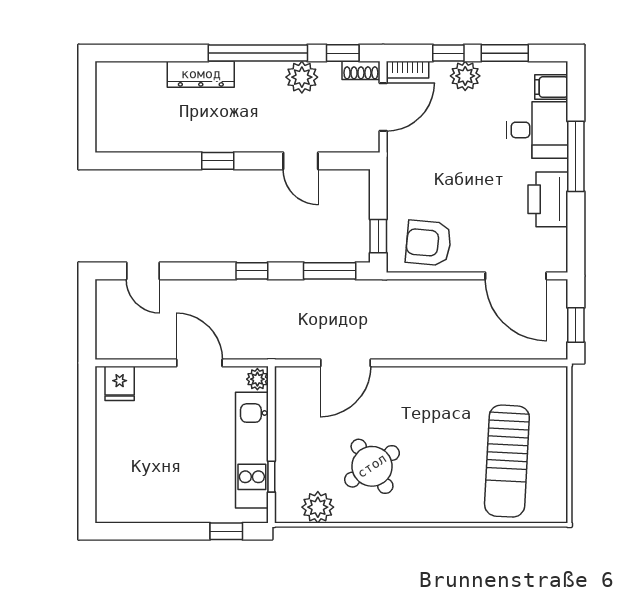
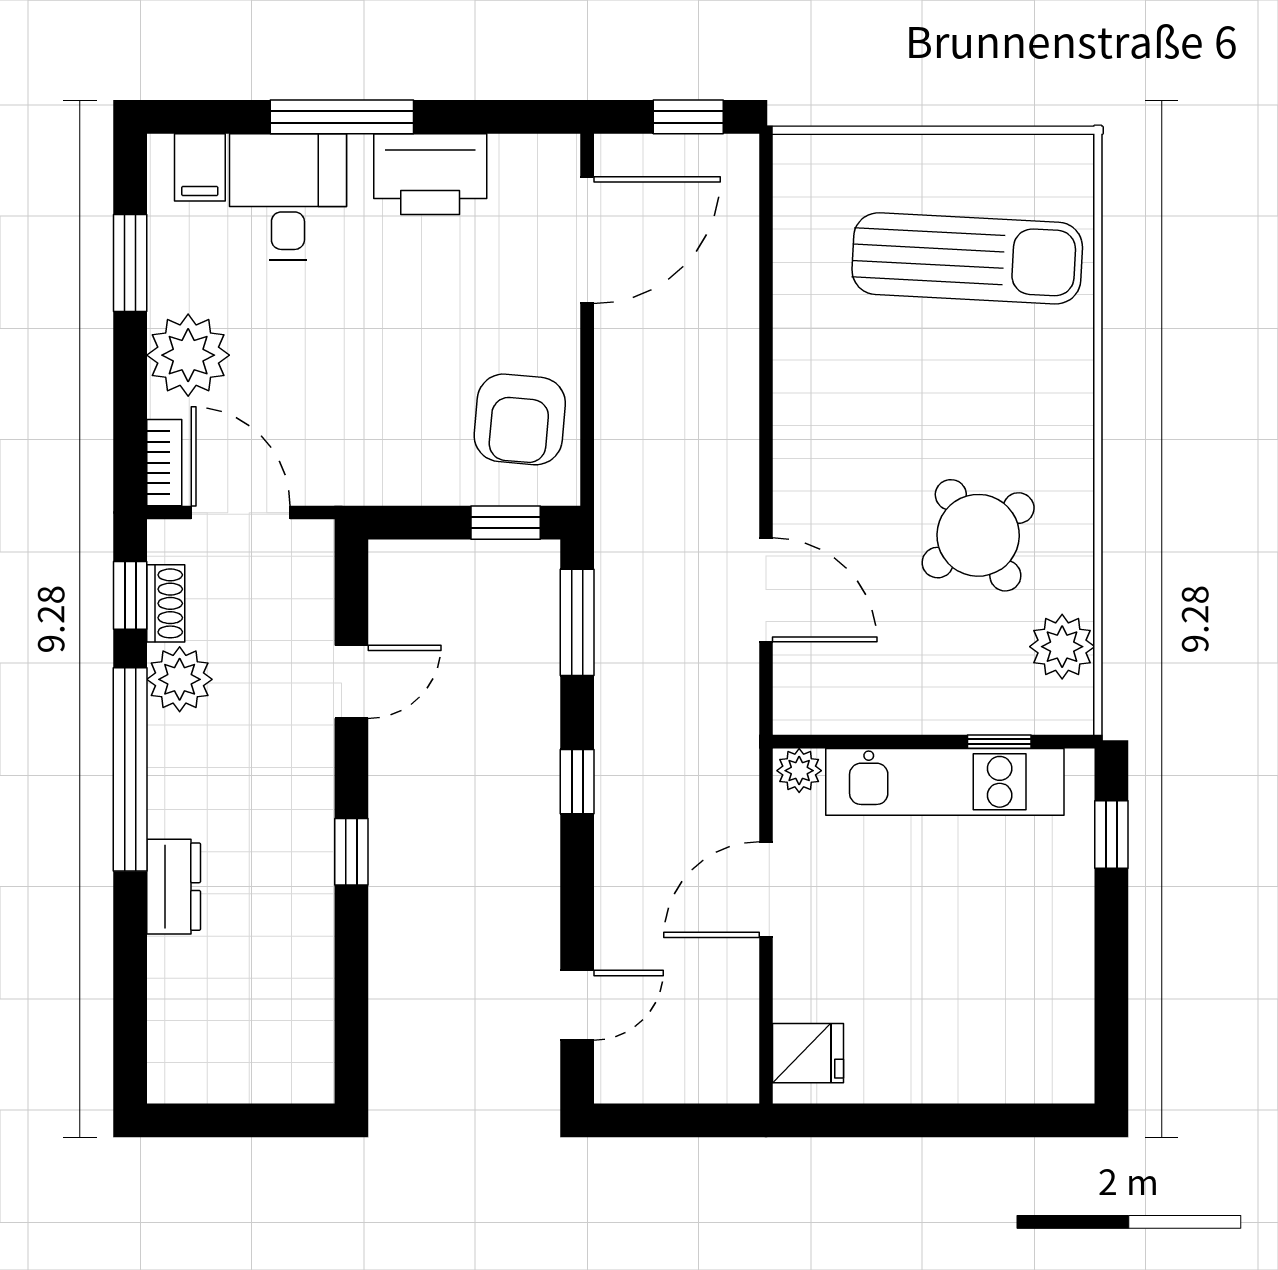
window: (448, 53) -> (130, 379), removed
shoe rack: (361, 70) -> (166, 603), moved
dresser: (201, 74) -> (174, 887), width x0.70
plant: (465, 76) -> (188, 355), width x1.36, depth x1.36

